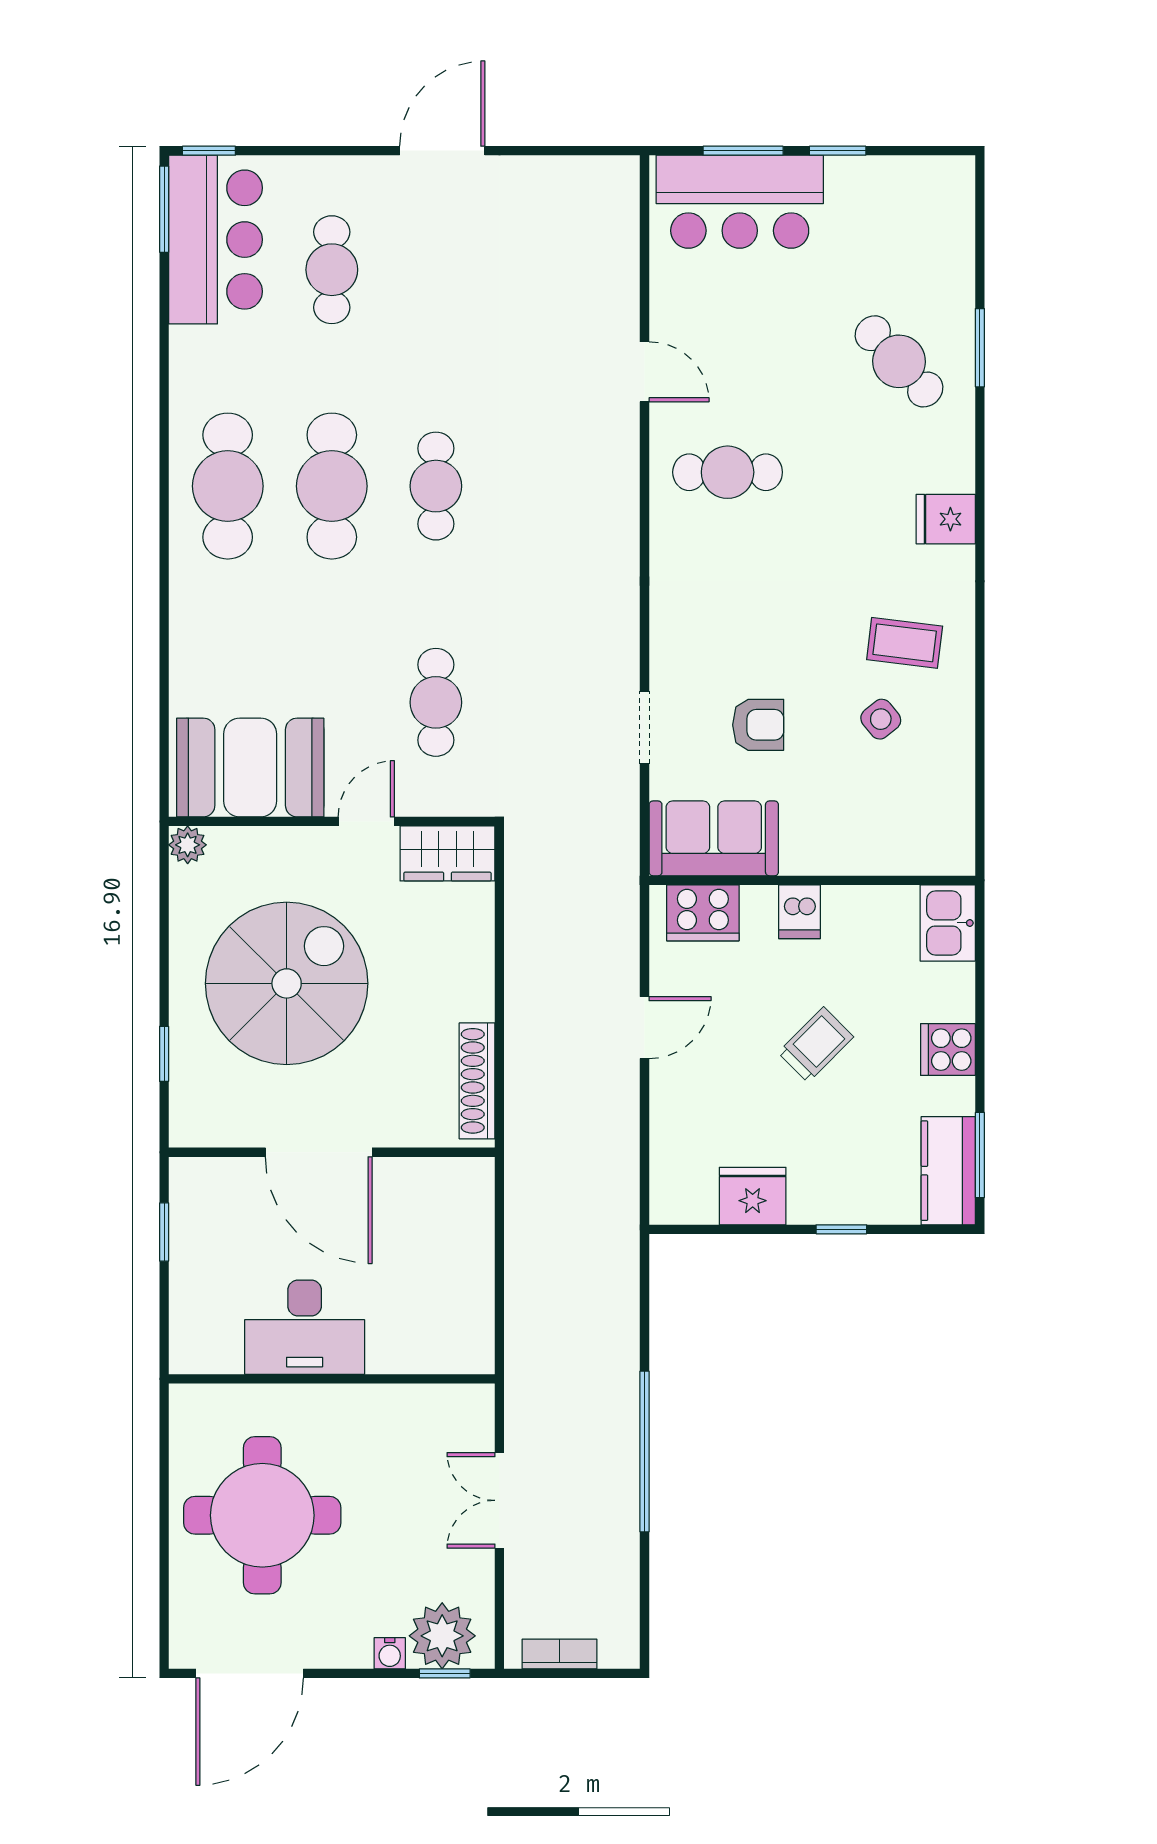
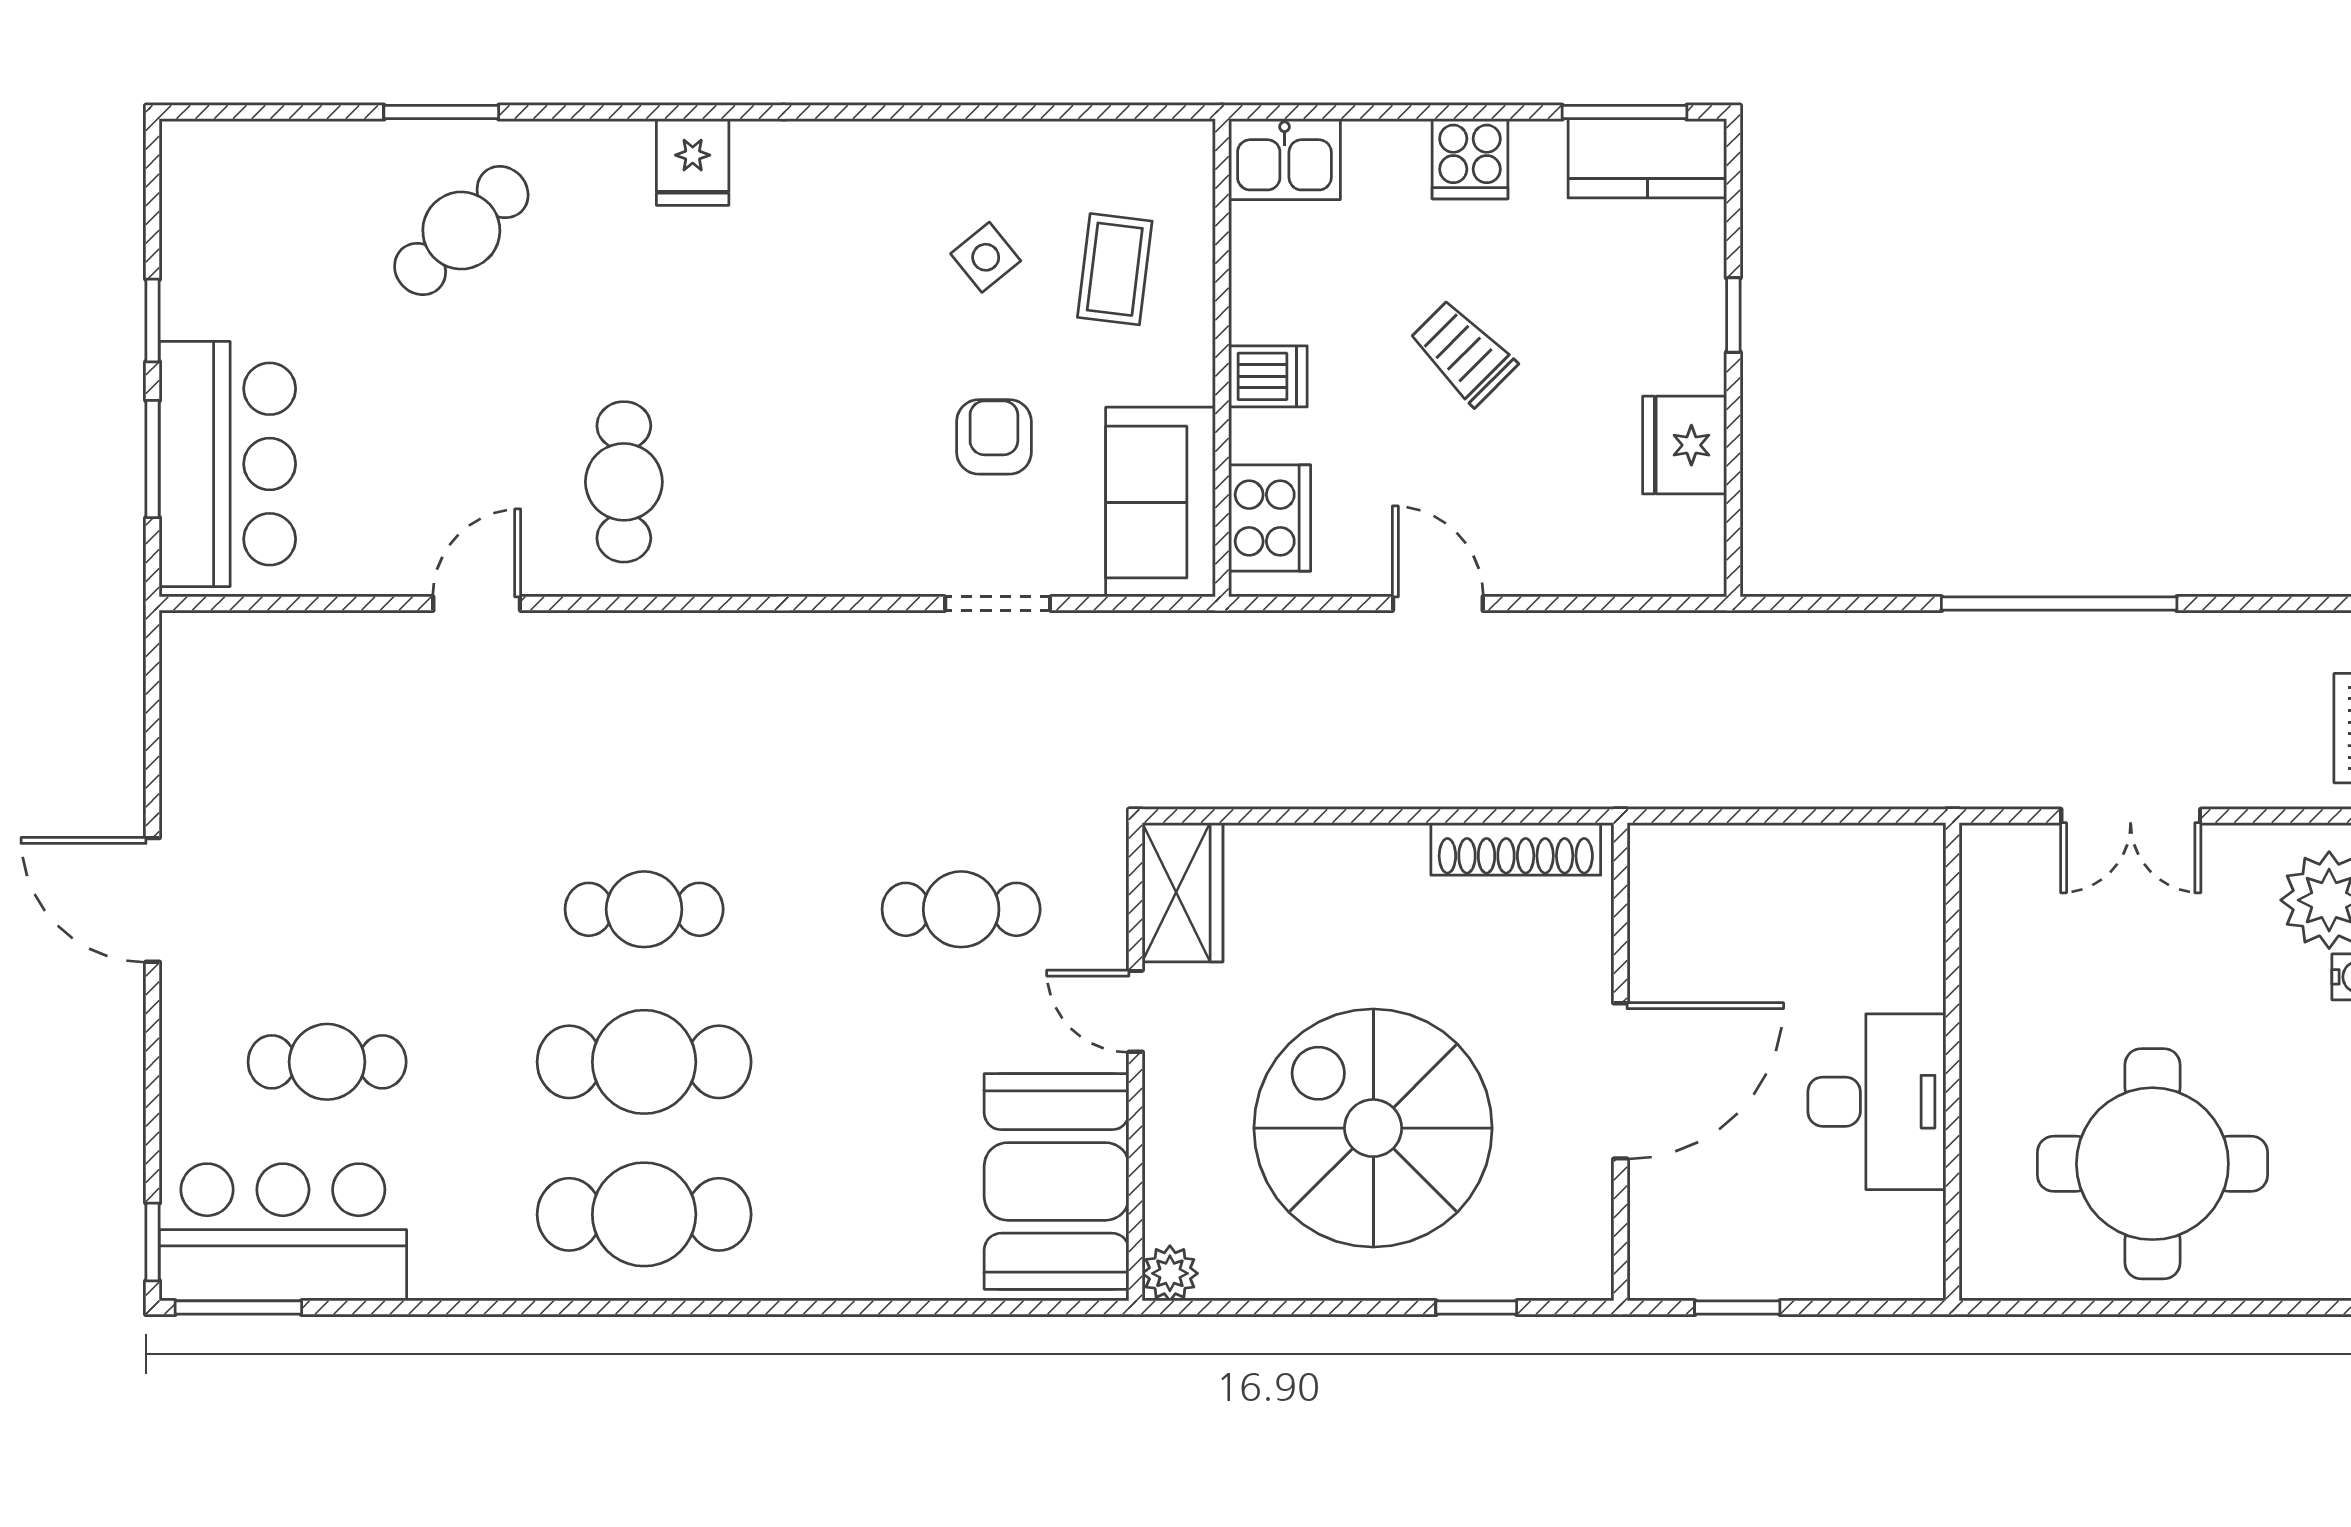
coffee table: (905, 643) -> (1115, 269), moved

